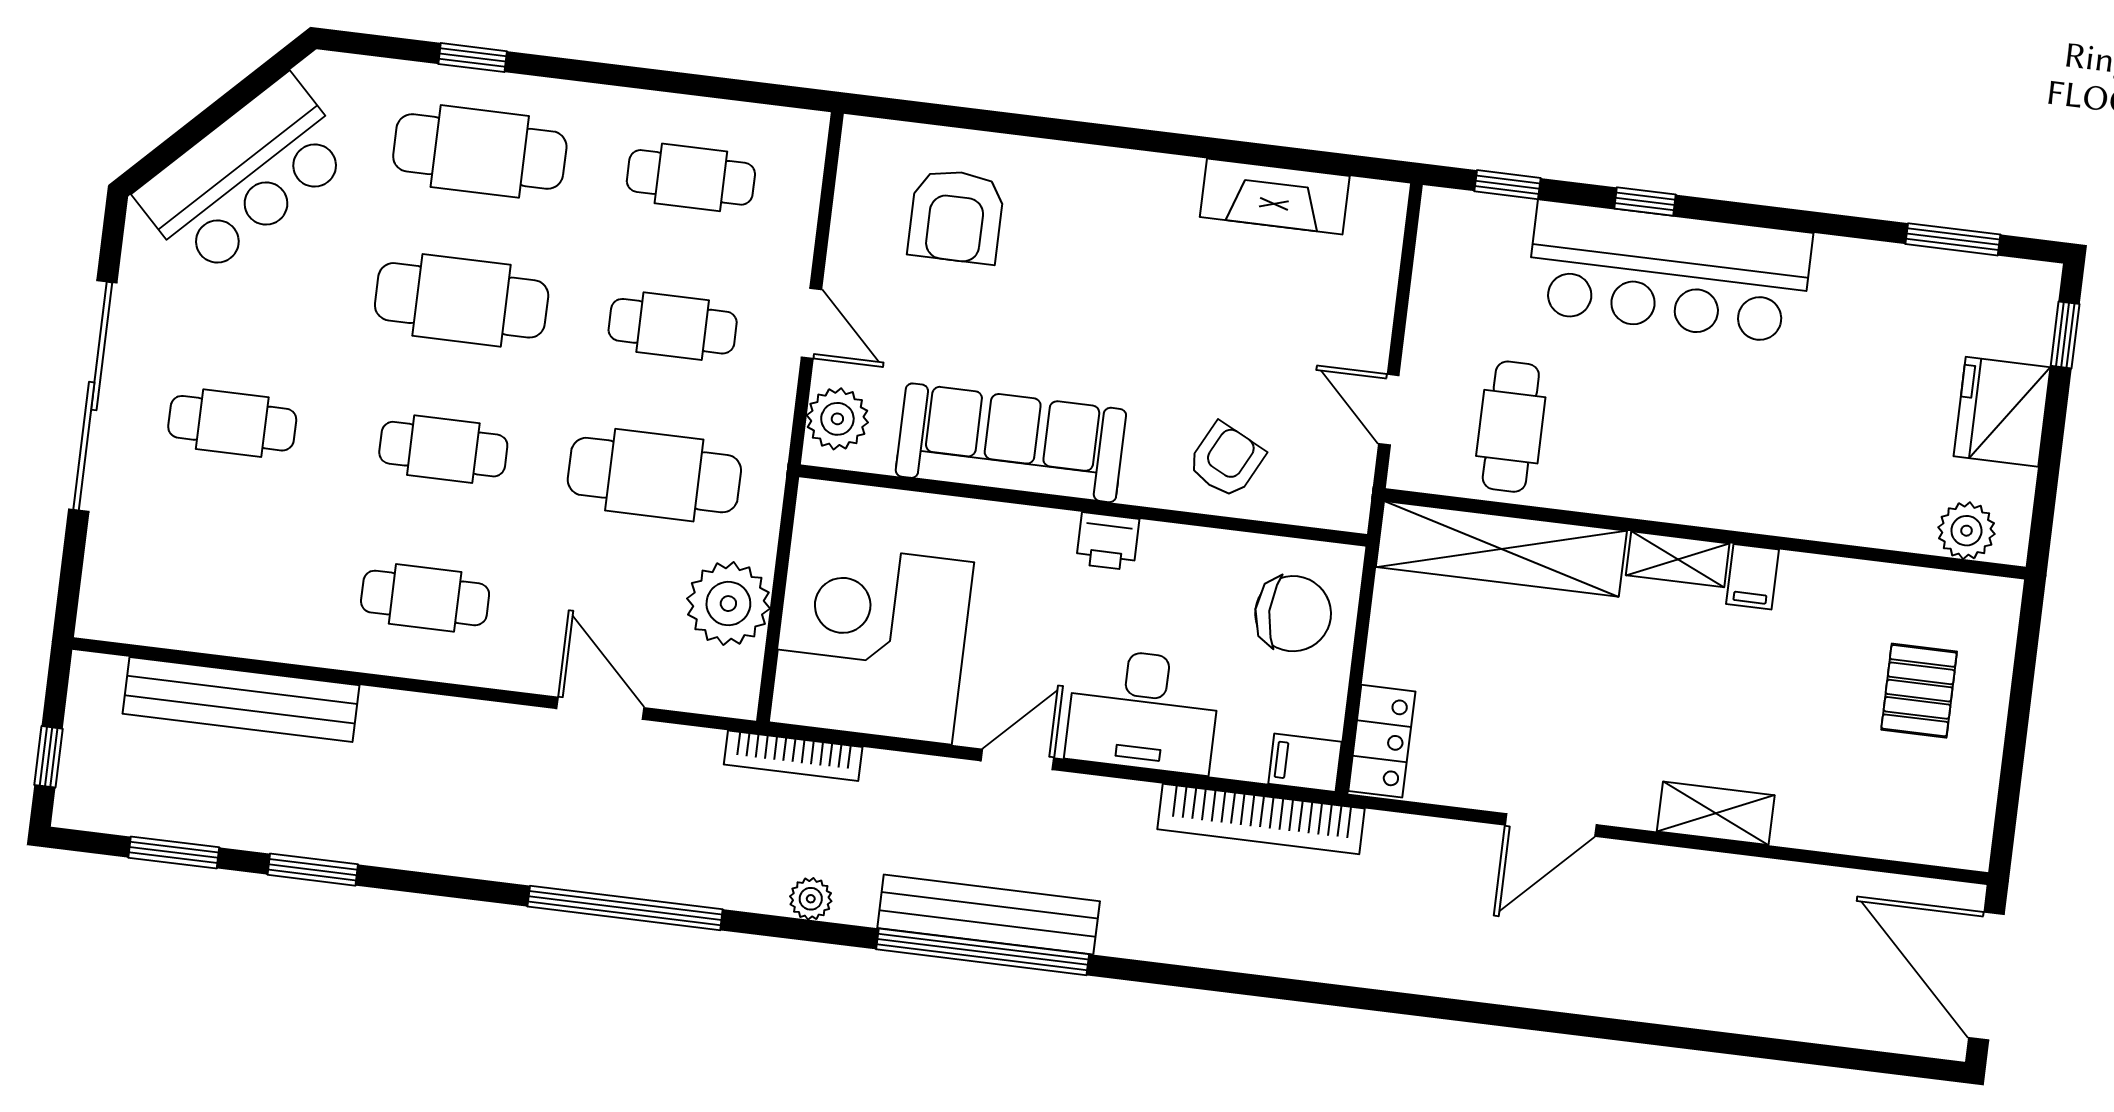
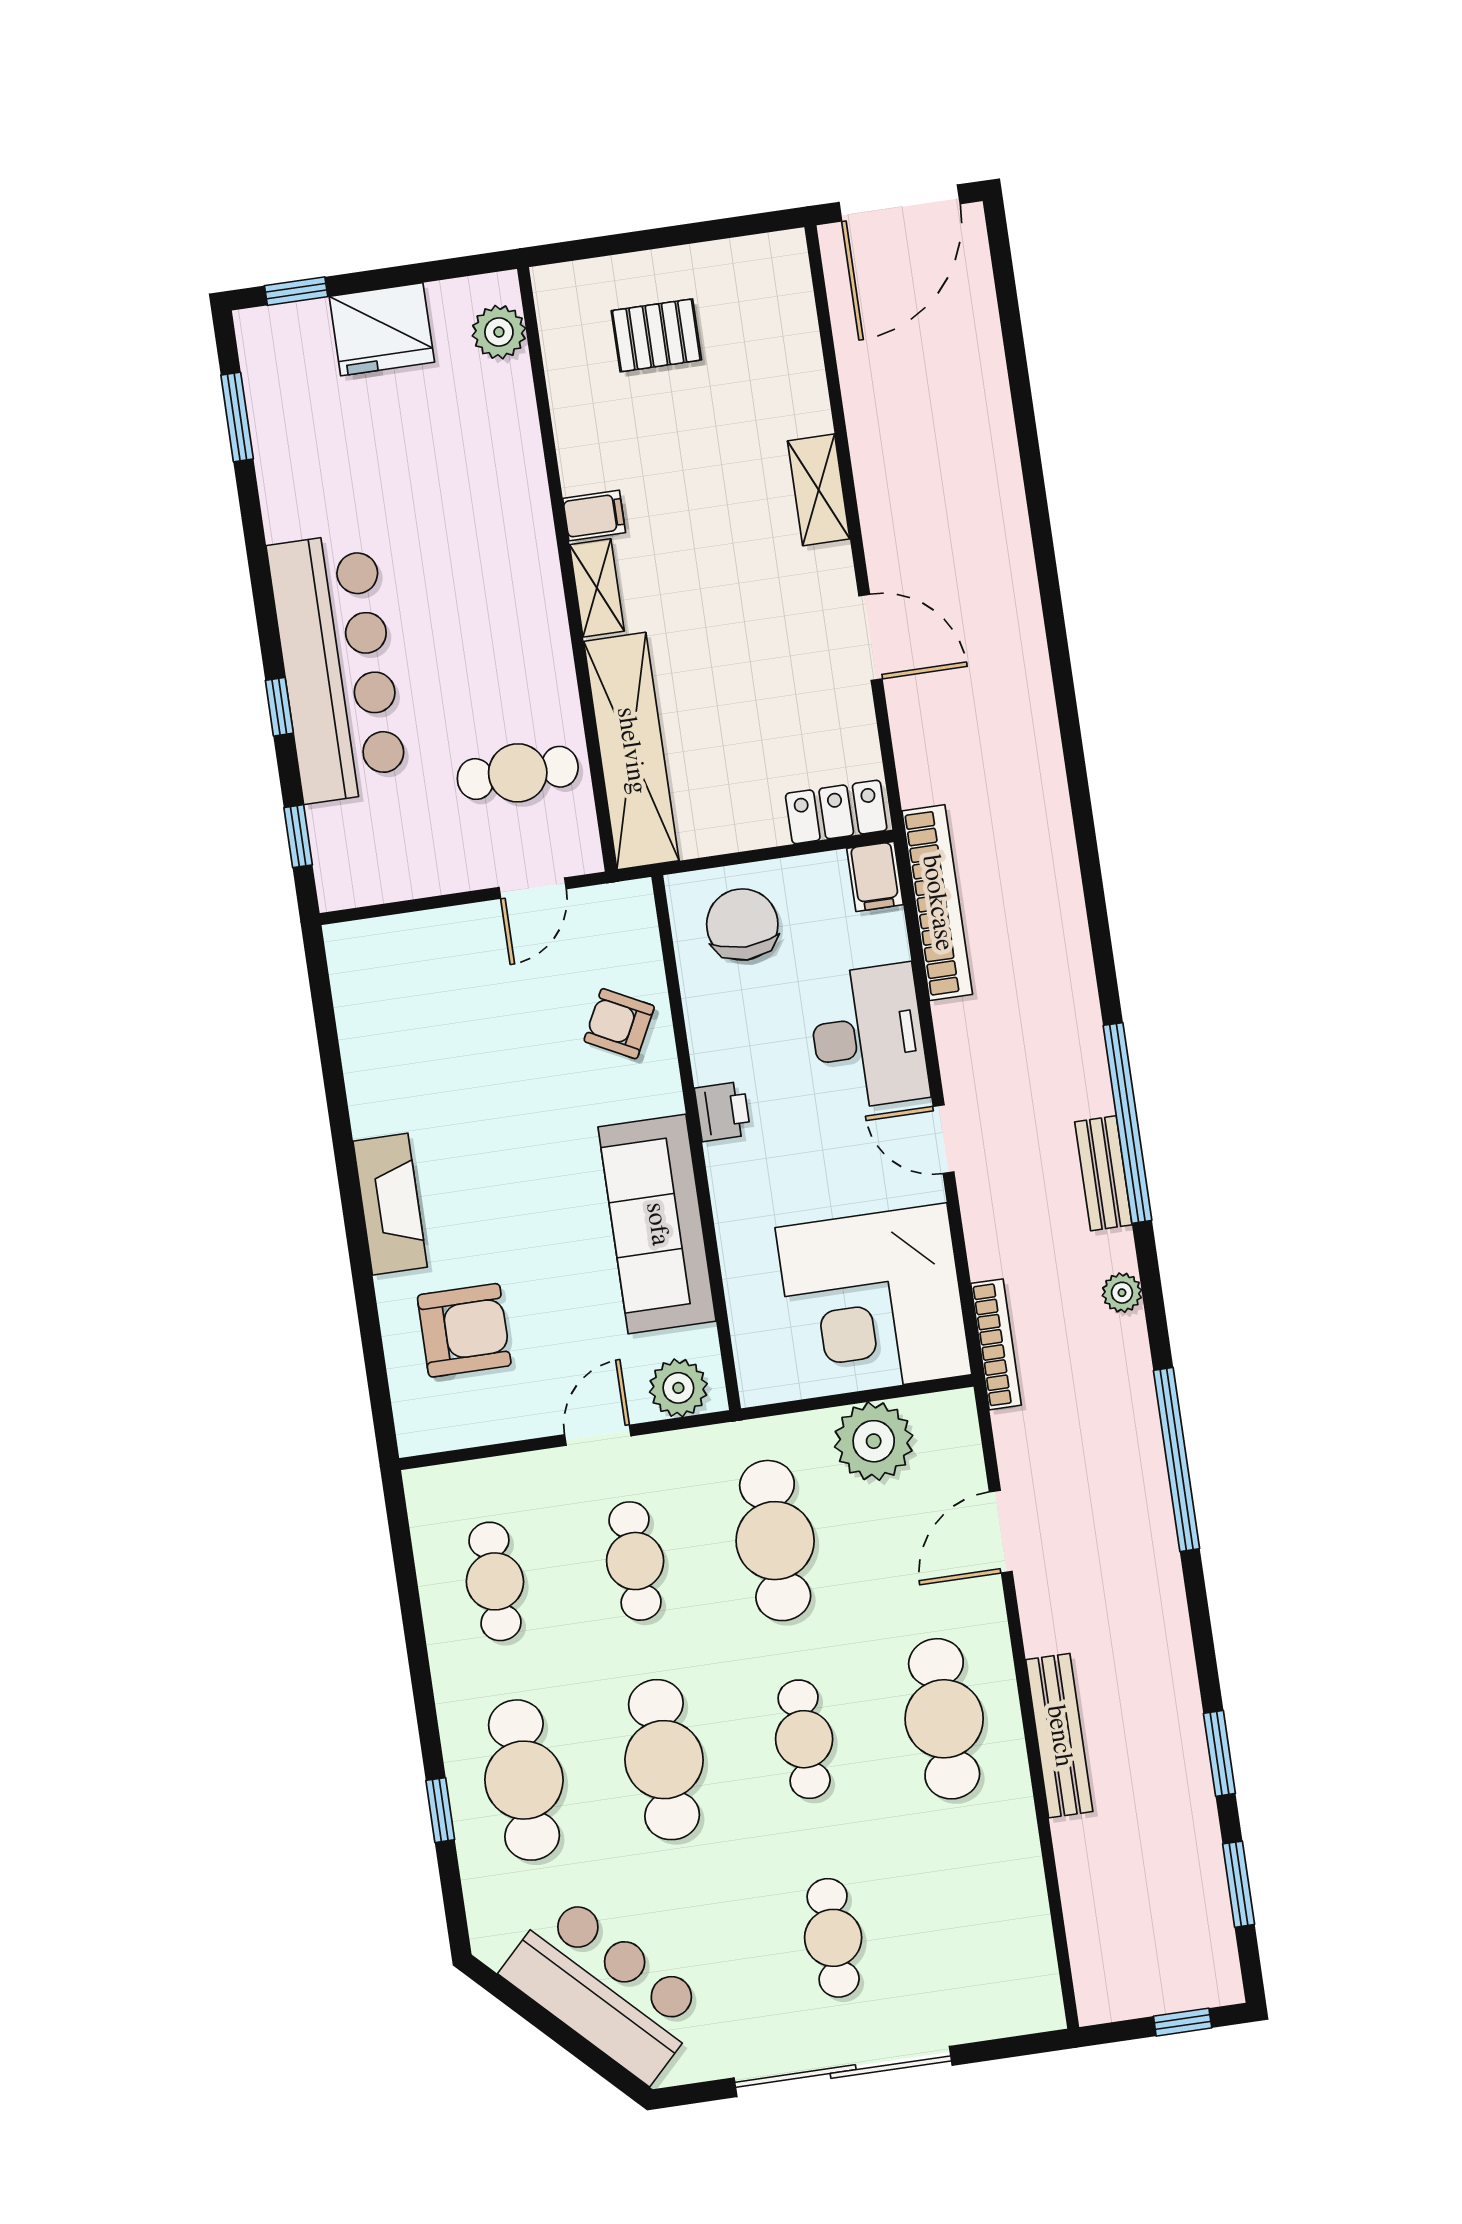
fireplace: (1275, 196) -> (390, 1204), moved
cafe table: (425, 598) -> (944, 1719), width x1.37, depth x1.35
bench: (241, 700) -> (1059, 1736), moved, width x0.73, depth x0.82
bench: (989, 915) -> (1103, 1173), width x0.54, depth x0.82

